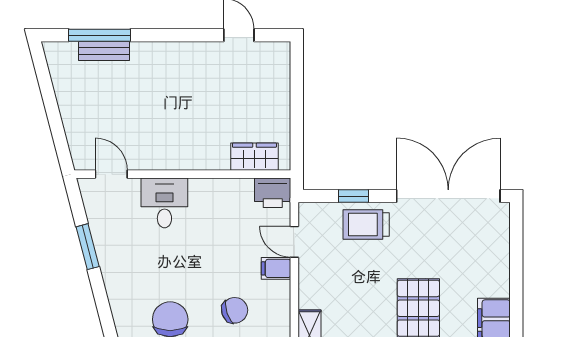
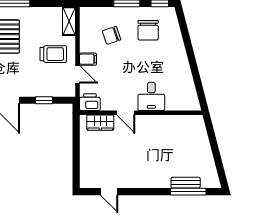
door: (111, 174) -> (126, 113), moved
trolley: (366, 225) -> (53, 54), moved
window: (88, 247) -> (195, 71), removed

